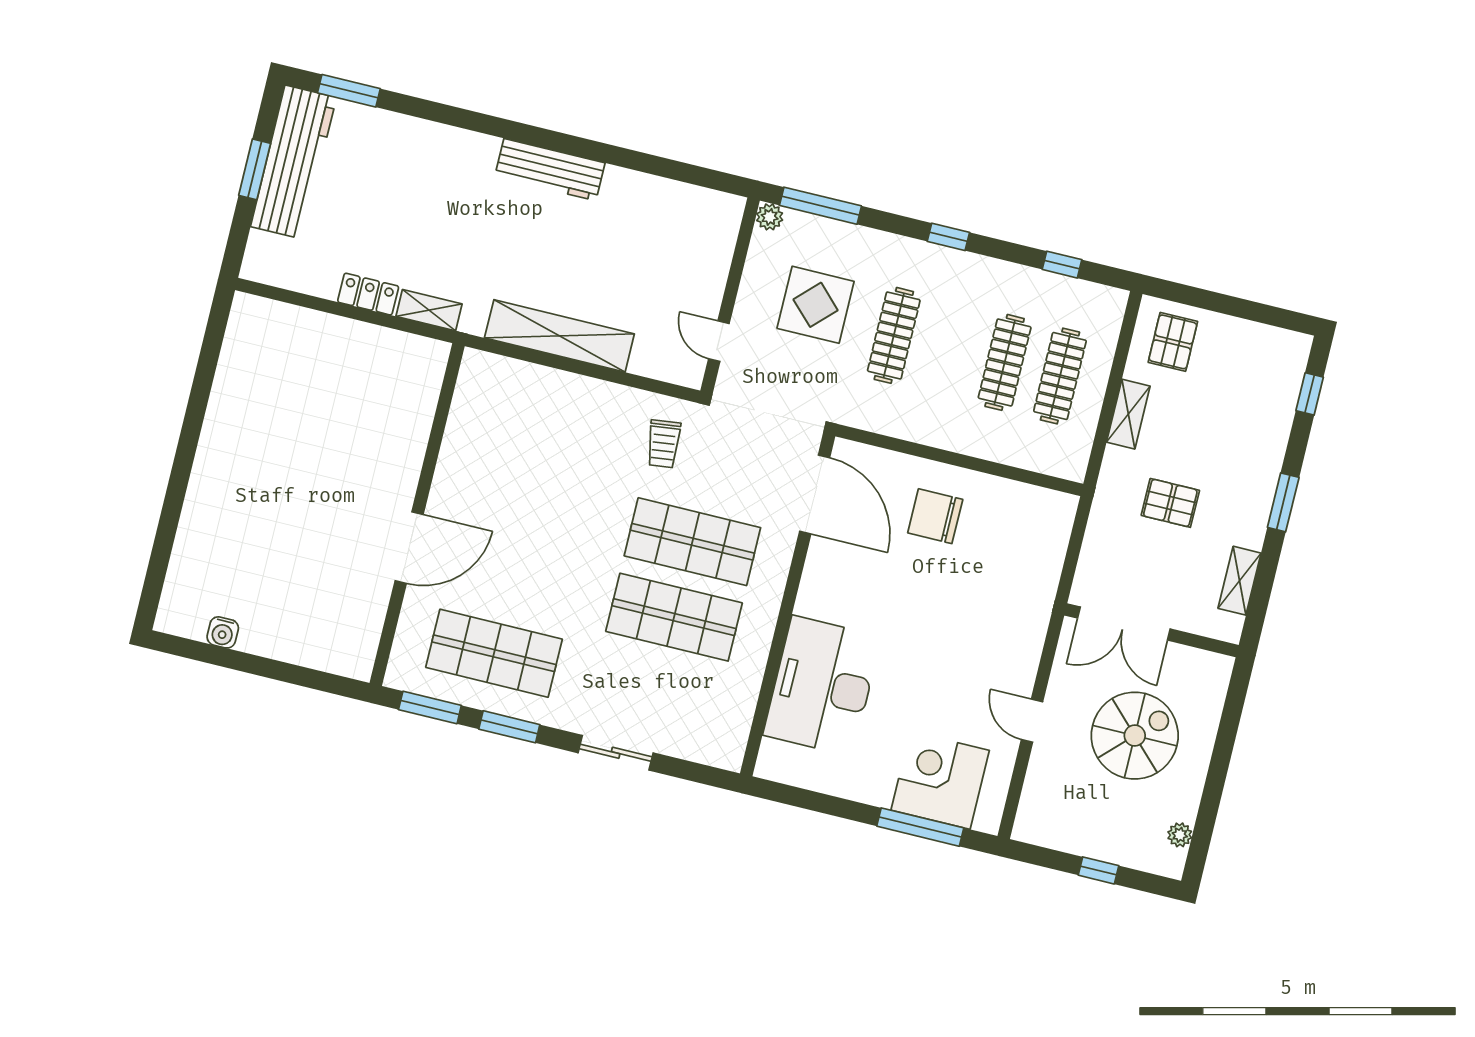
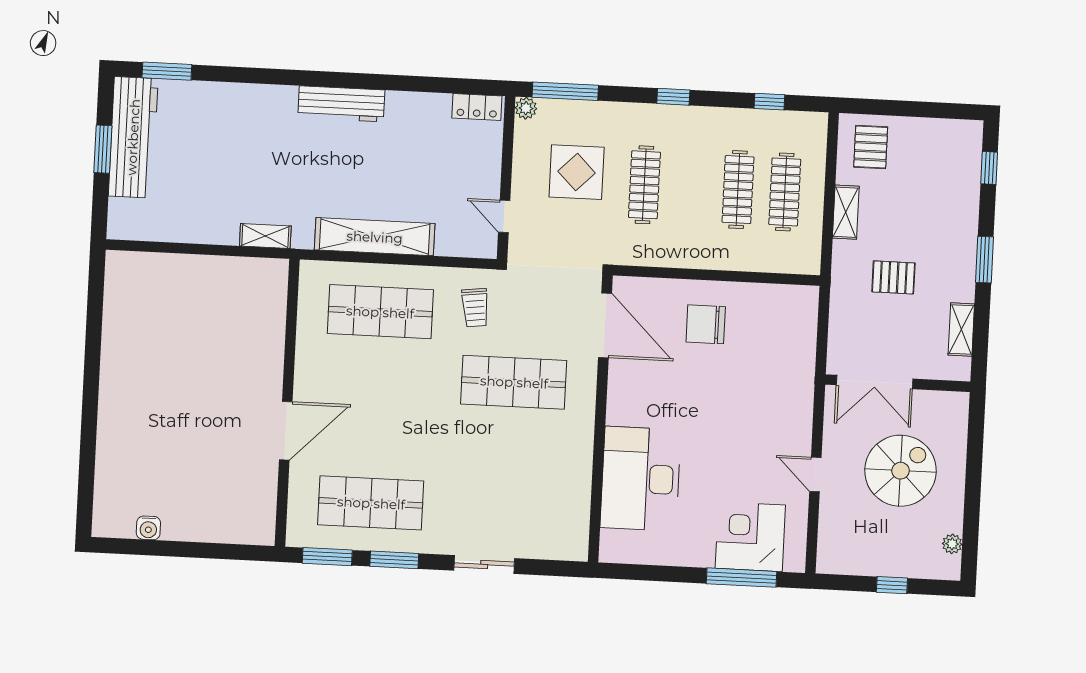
locker: (368, 294) -> (477, 107), moved, turned 180
shop shelf: (674, 617) -> (380, 312), moved

